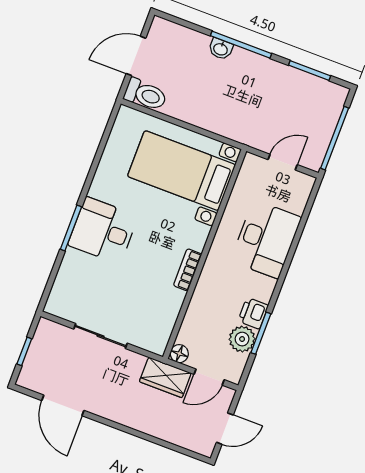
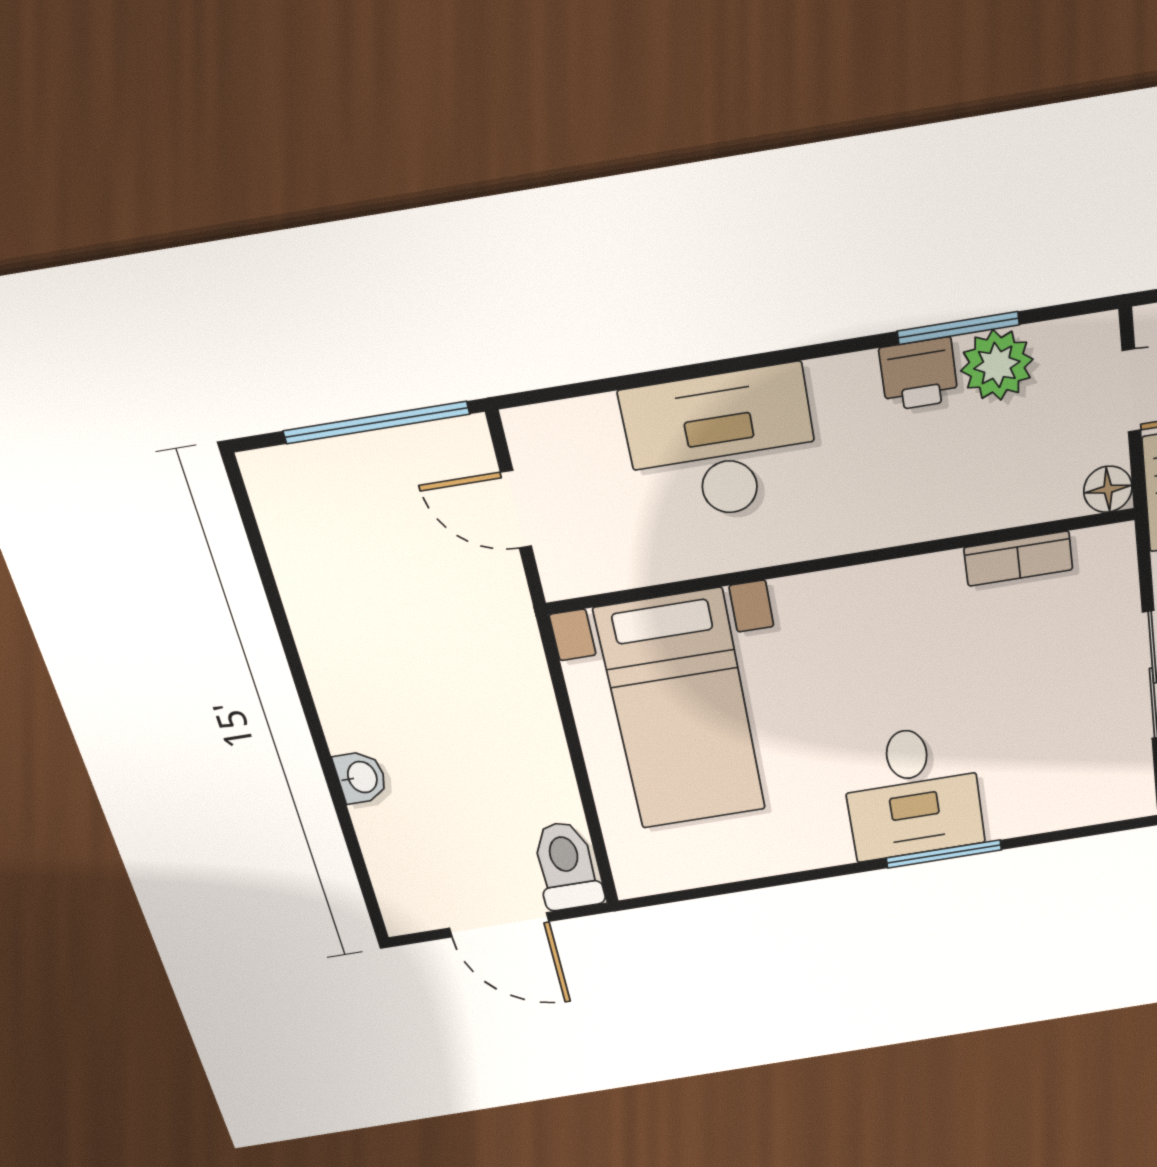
window: (241, 45) -> (320, 743), removed
window: (310, 70) -> (265, 569), removed
bookcase: (188, 270) -> (1018, 559), moved

